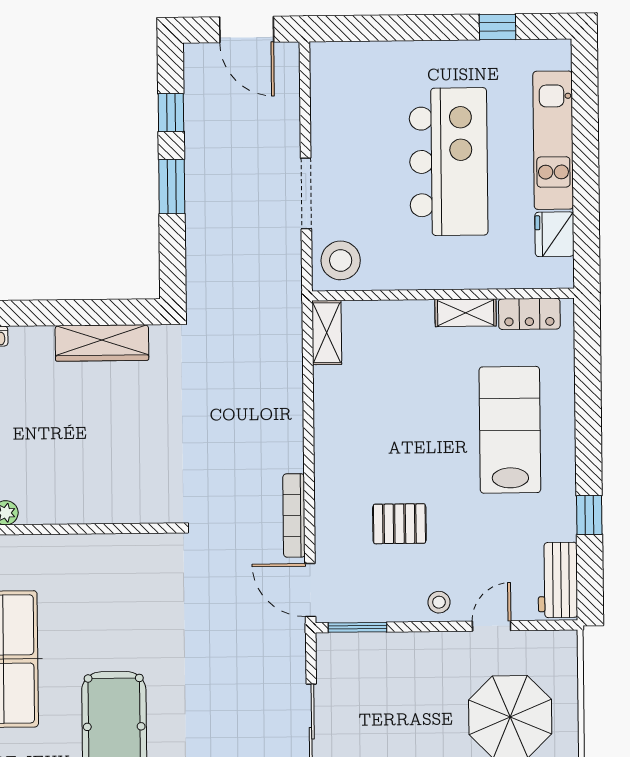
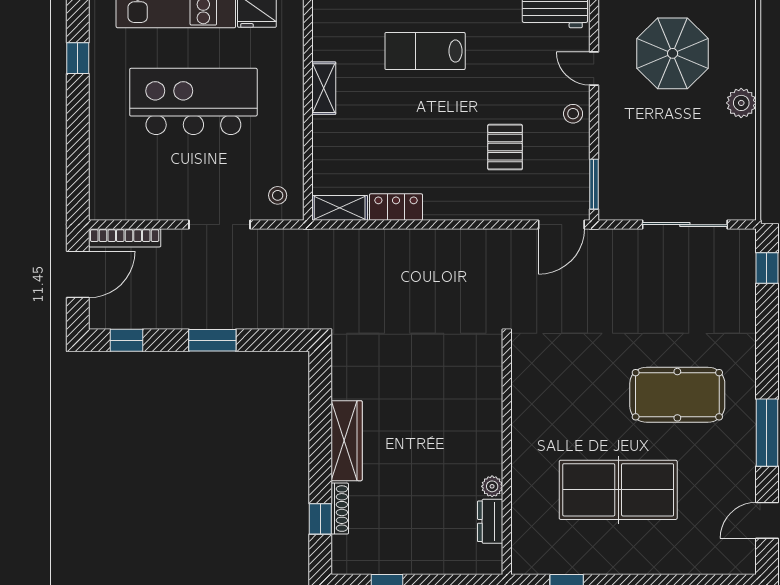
window: (171, 113) -> (126, 340), moved
stool: (341, 260) -> (278, 195), width x0.53, depth x0.53
locker: (529, 314) -> (396, 207), moved, turned -90
wardrobe: (102, 343) -> (347, 441), moved
lab bench: (510, 430) -> (425, 51), width x0.73, depth x0.72
bookcase: (294, 515) -> (125, 238), moved

